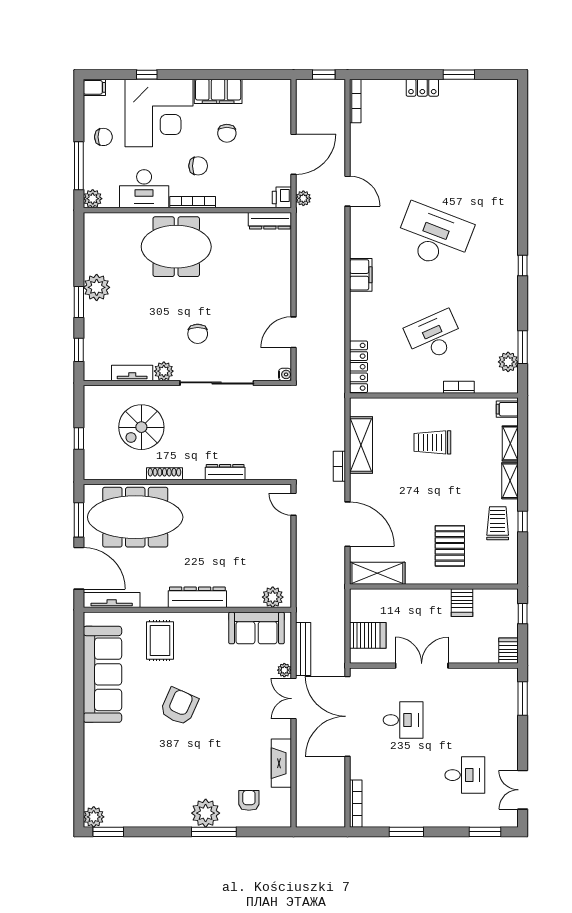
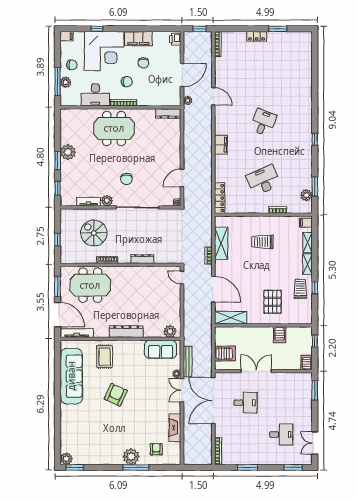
printer: (282, 197) -> (175, 39), moved
plant: (93, 199) -> (66, 82), moved
desk: (434, 236) -> (263, 122), width x0.53, depth x0.77
spiral stairs: (141, 427) -> (94, 233), turned 90
meeting table: (135, 517) -> (90, 285), width x0.73

